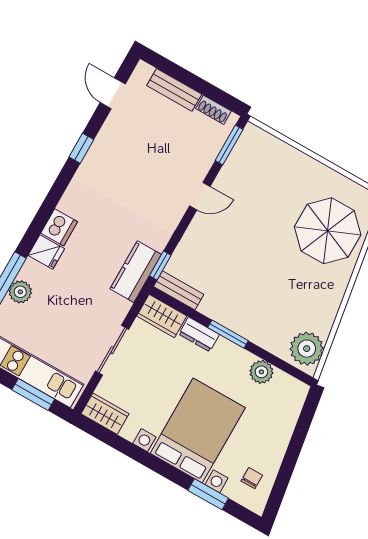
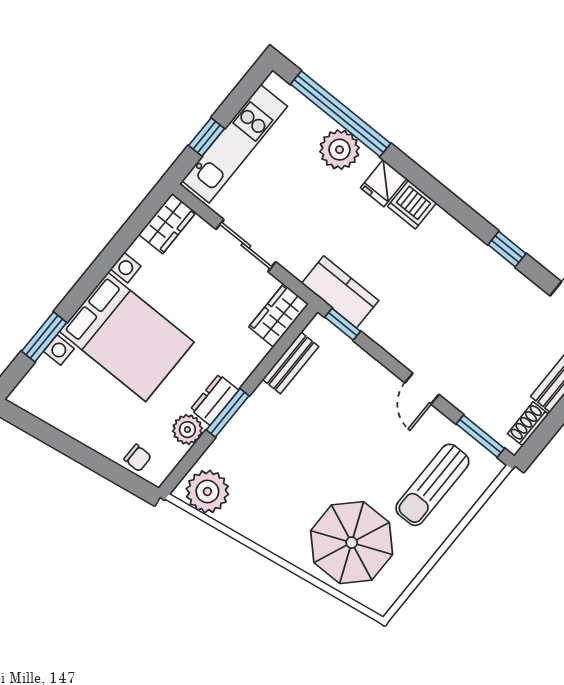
sun lounger: (273, 176) -> (432, 485), added
bench: (179, 290) -> (291, 363), moved
plant: (20, 292) -> (339, 150), width x1.36, depth x1.36
dresser: (199, 334) -> (214, 400), moved
window: (228, 334) -> (228, 413), moved
window: (33, 394) -> (207, 137), width x0.67
chair: (252, 478) -> (138, 458), moved

